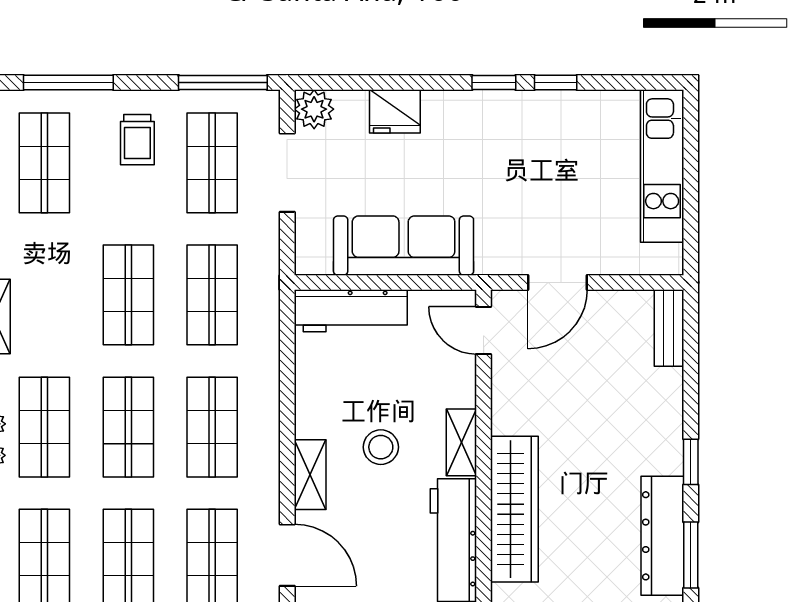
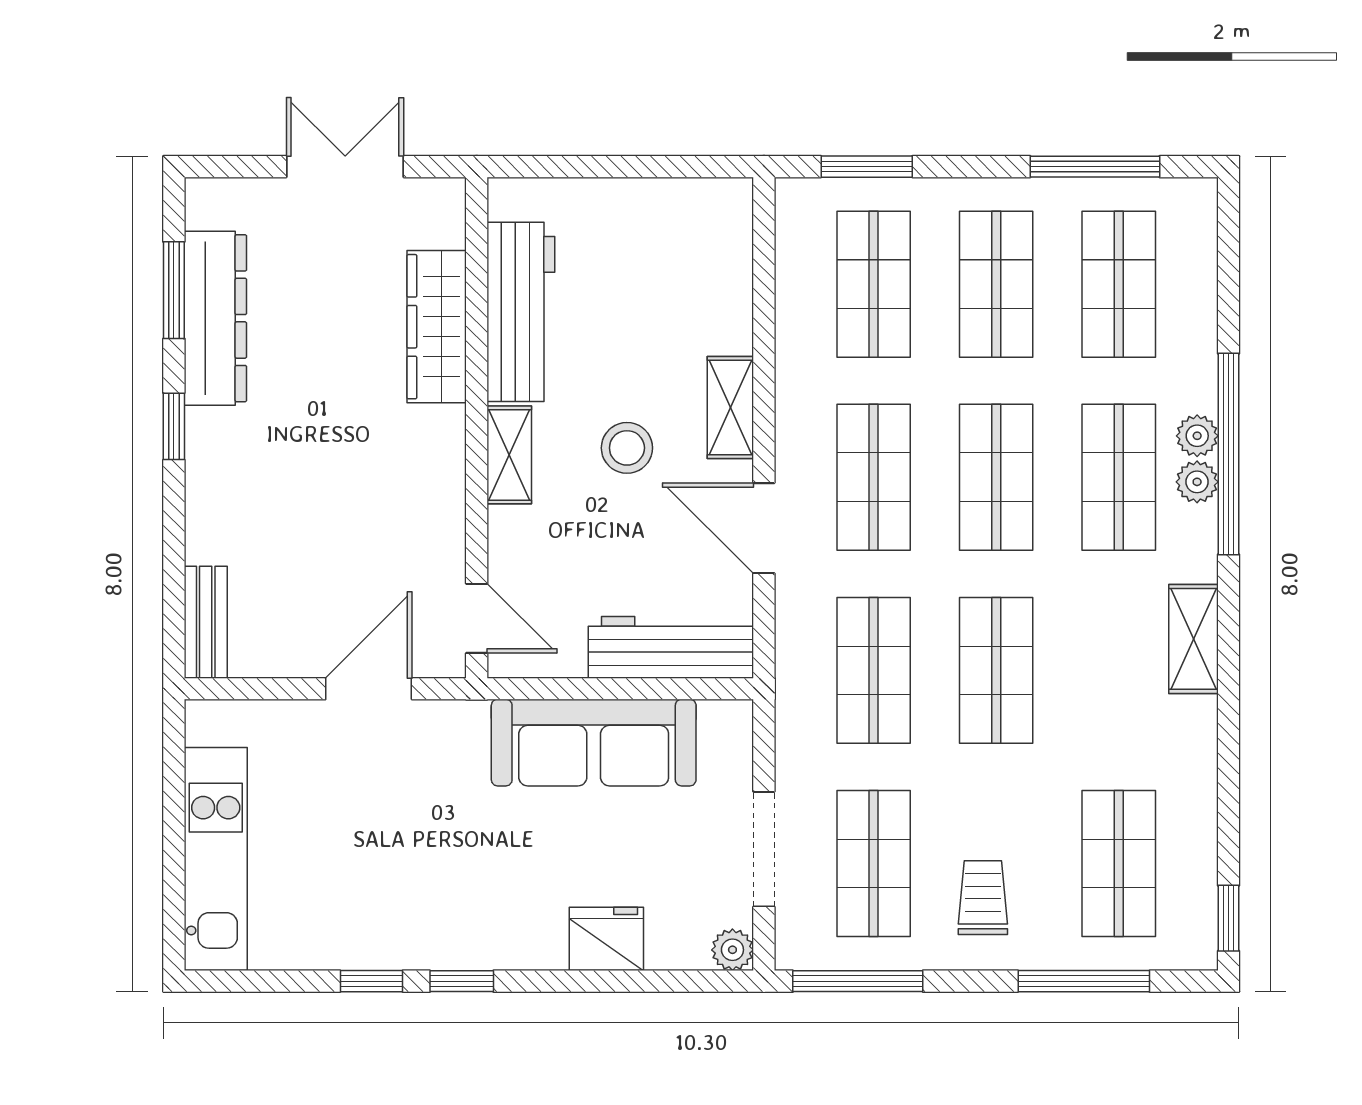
plant: (314, 109) -> (732, 950), width x0.73, depth x0.73
wardrobe: (514, 509) -> (437, 327), width x0.71, depth x0.85
door: (287, 555) -> (764, 528), moved

